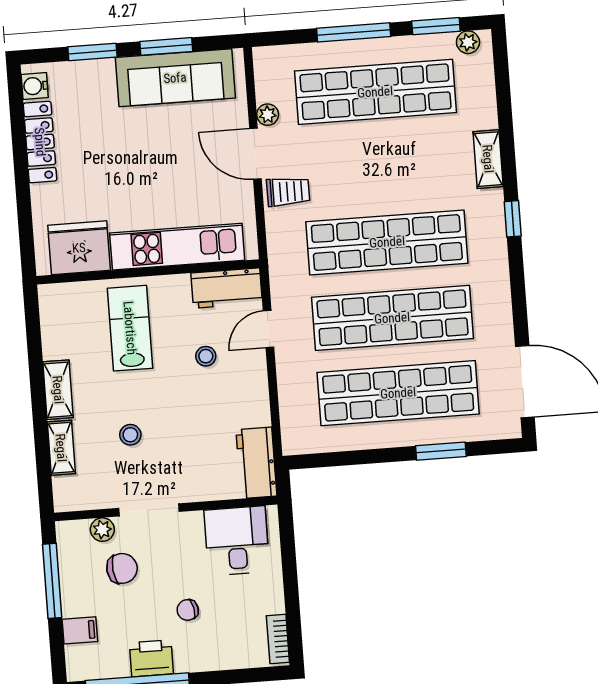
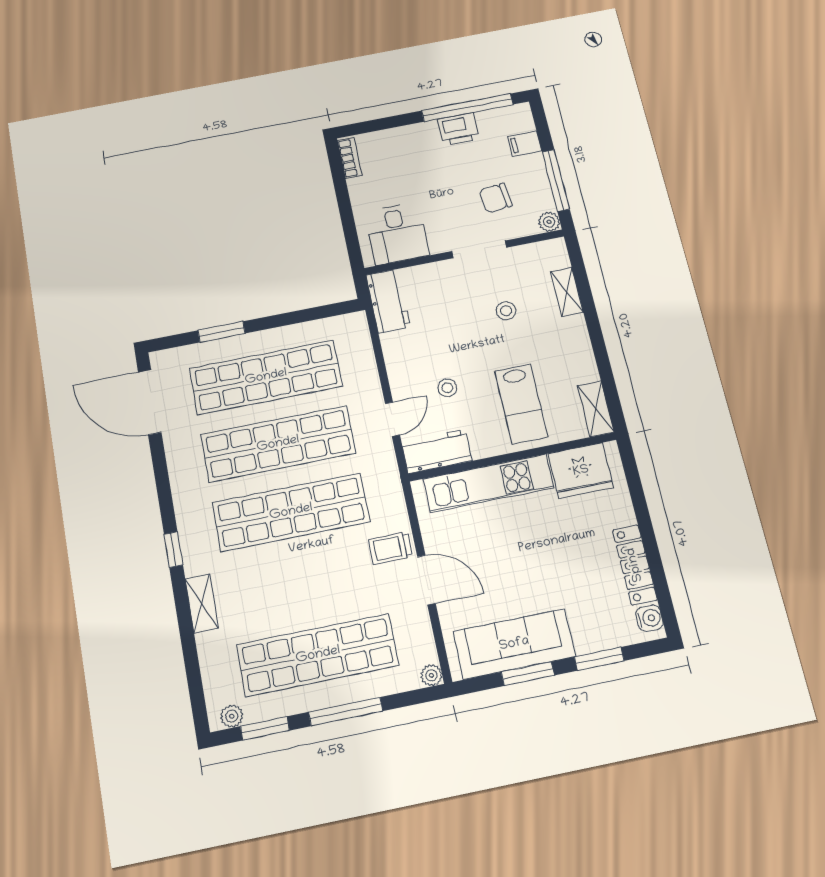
plant: (268, 115) -> (431, 675), moved
shelving: (58, 390) -> (596, 409), moved
plant: (102, 530) -> (549, 222), moved
chair: (188, 610) -> (432, 172), removed

